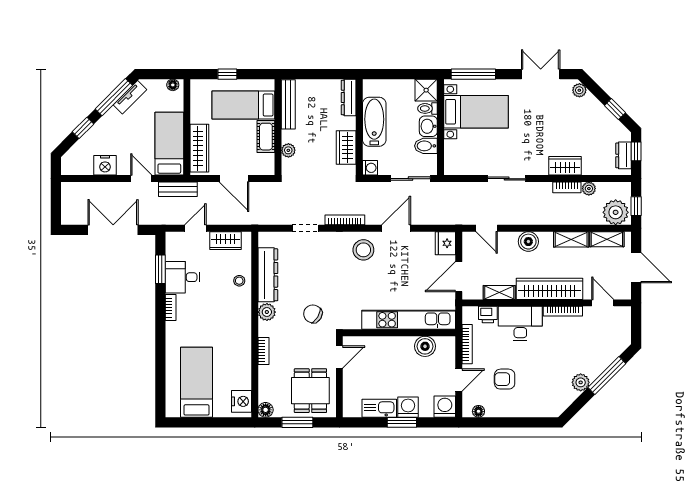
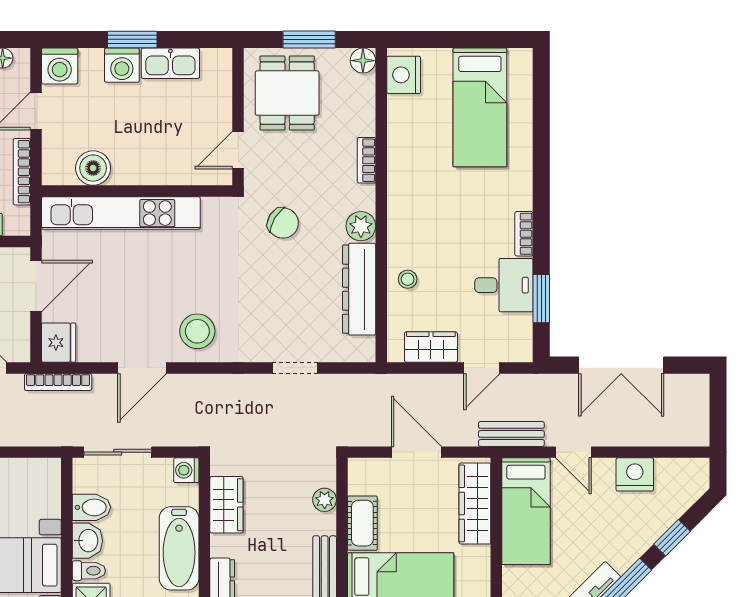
bookcase: (345, 220) -> (58, 382), moved

